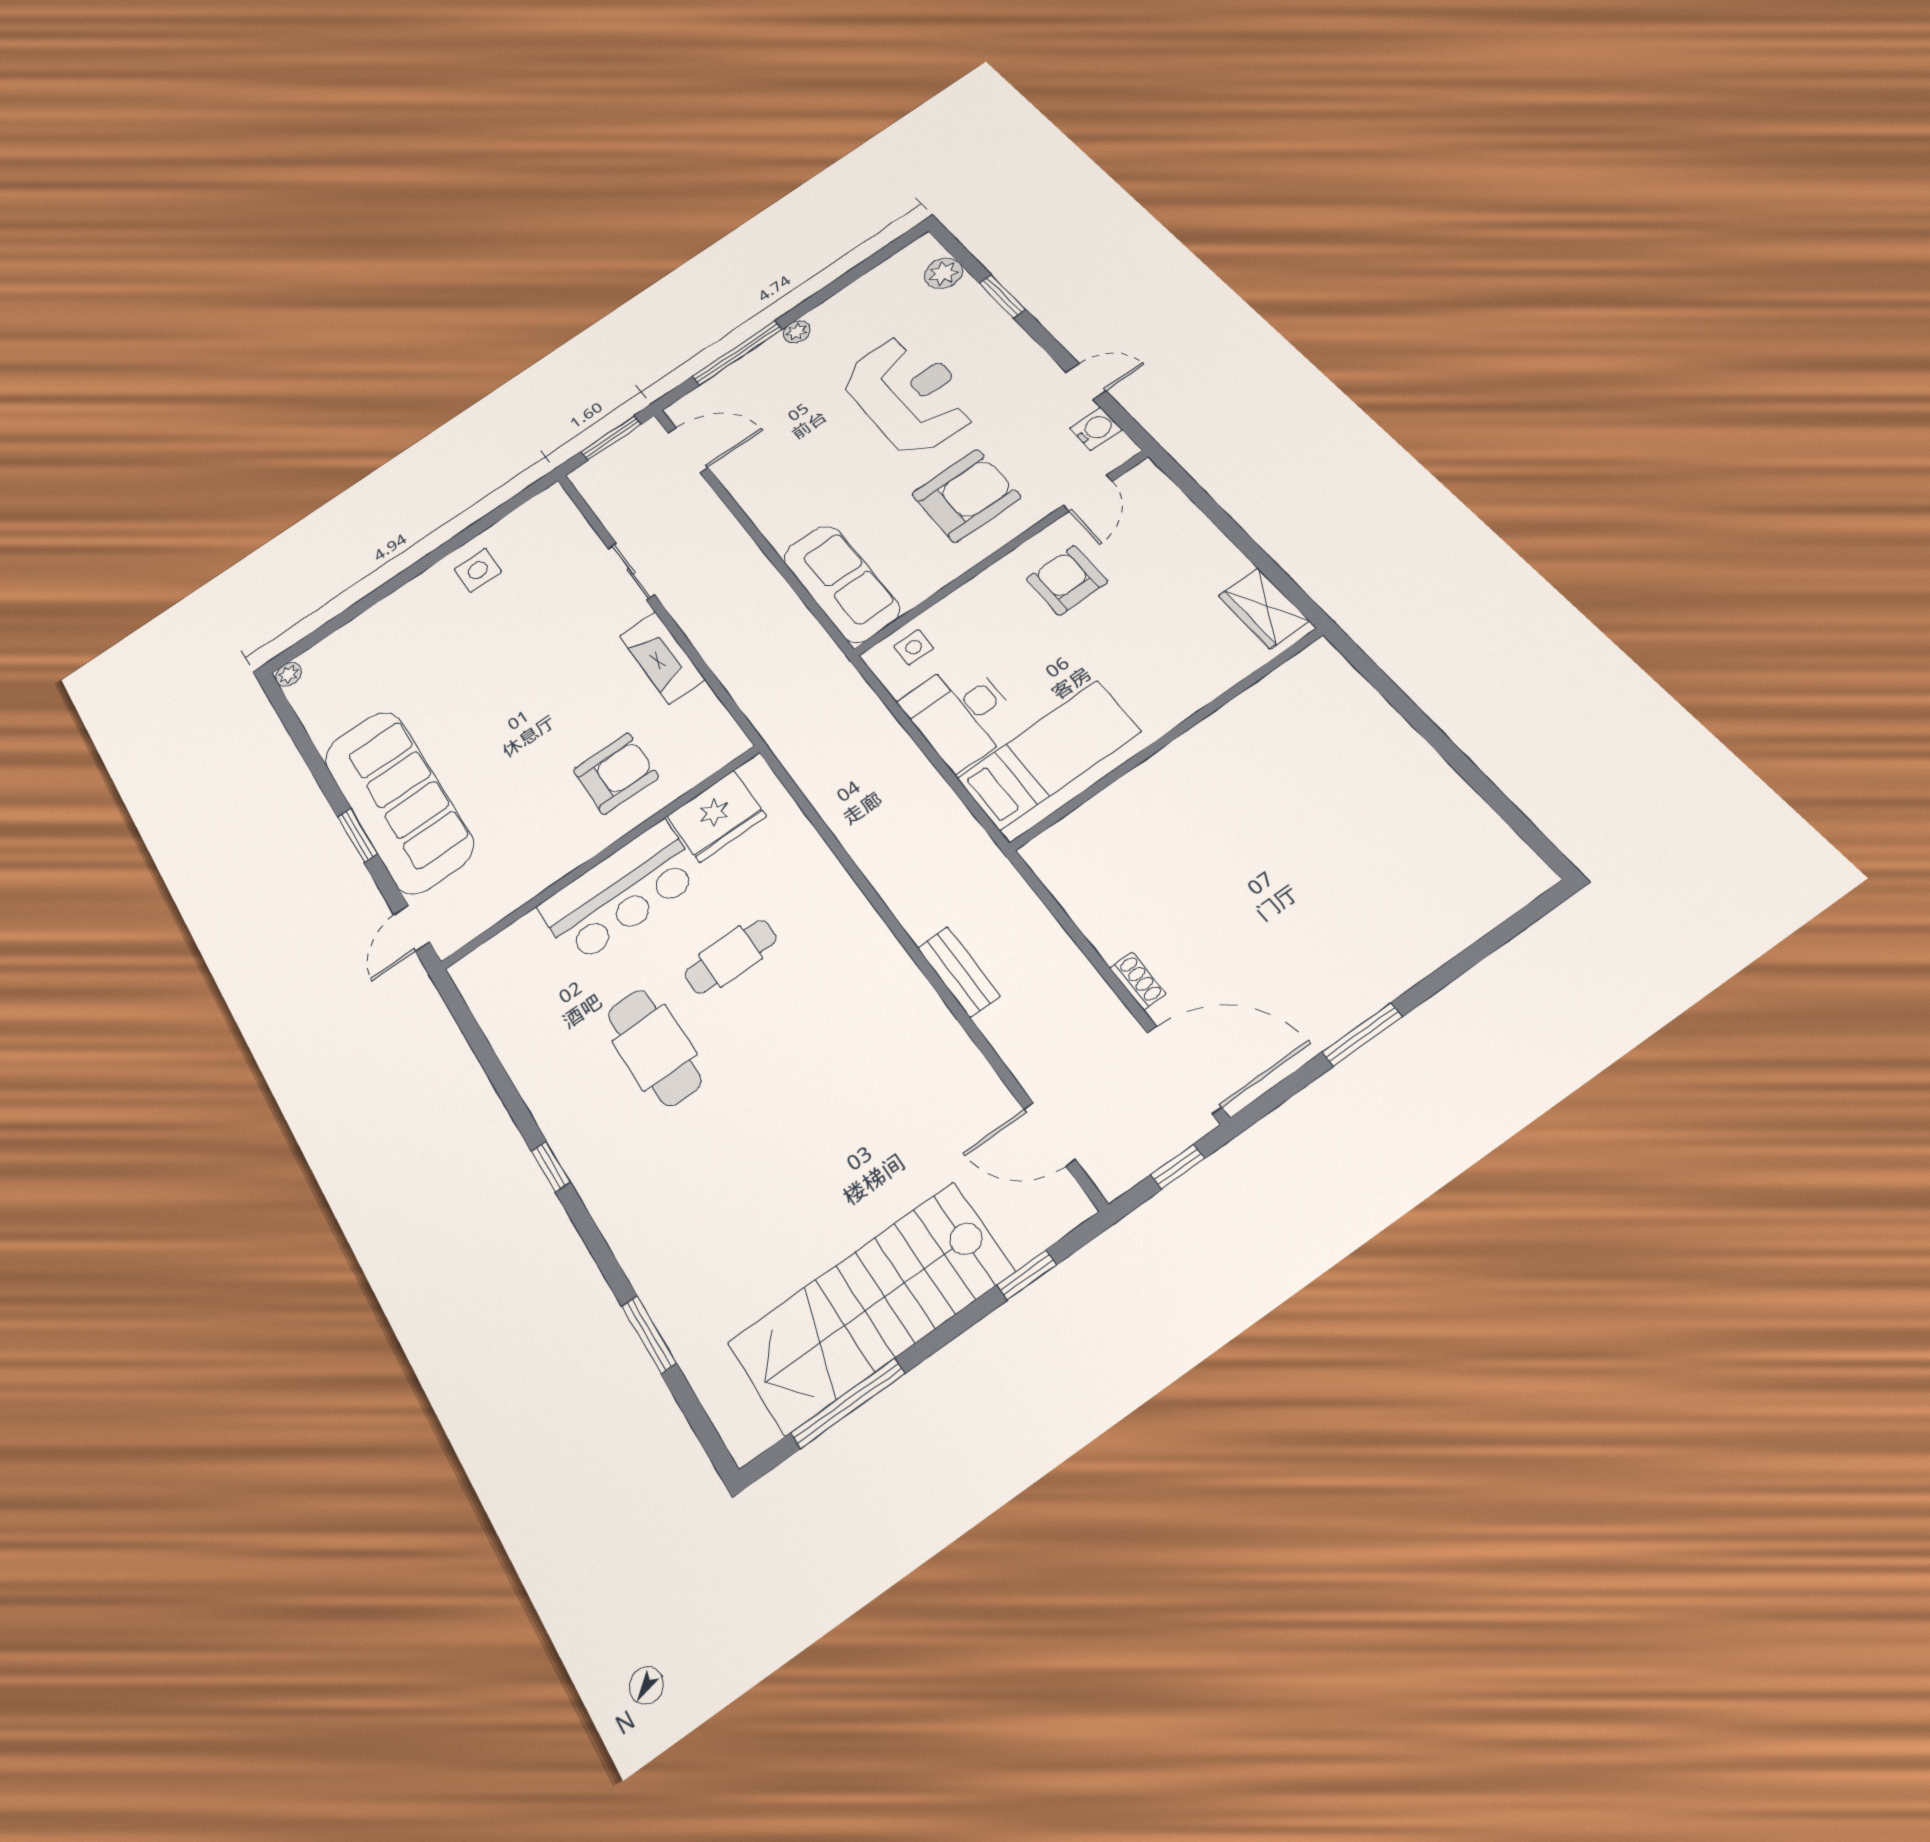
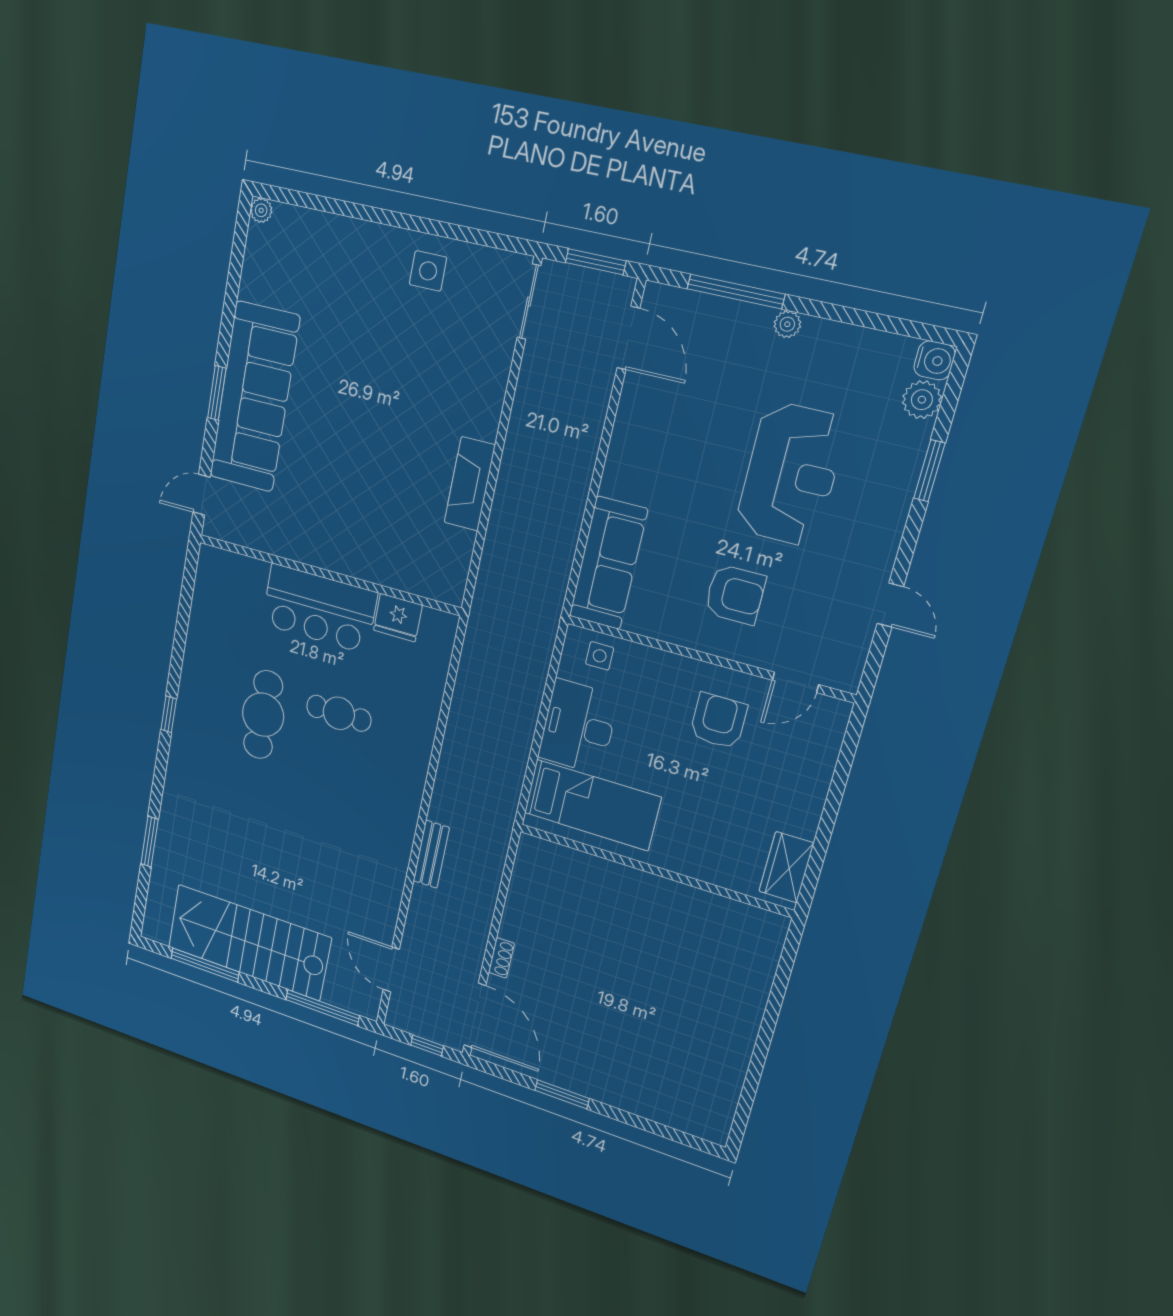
water cooler: (1096, 429) -> (935, 360), moved
armchair: (966, 496) -> (735, 594), width x0.73, depth x0.73
sliding door: (631, 571) -> (529, 302), moved
armchair: (616, 773) -> (379, 531), removed
fridge: (717, 816) -> (398, 618), width x0.73, depth x0.75
window: (1027, 1275) -> (322, 1008), width x2.17

